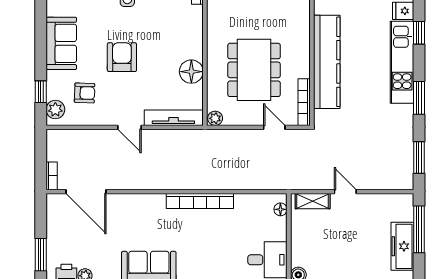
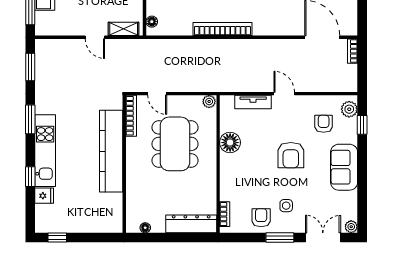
armchair: (85, 93) -> (324, 124), turned 88
tv unit: (173, 118) -> (253, 102), width x0.71

